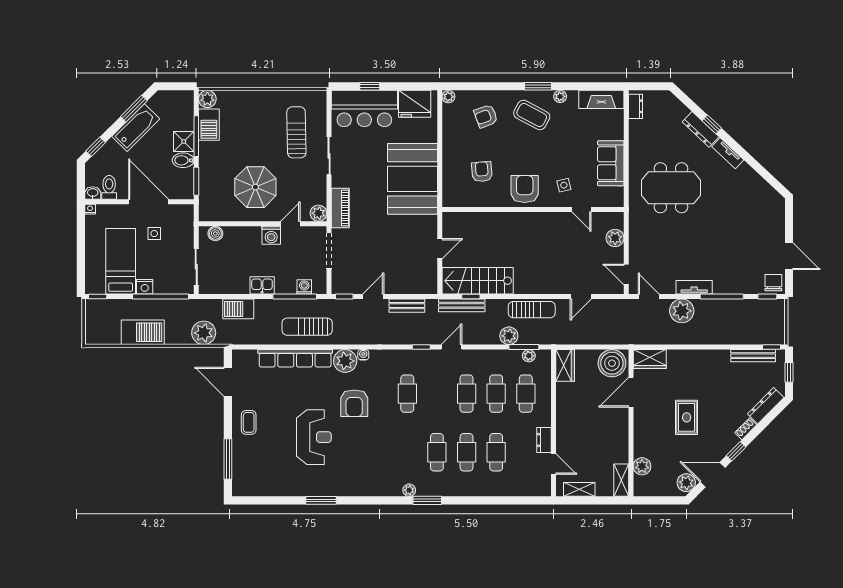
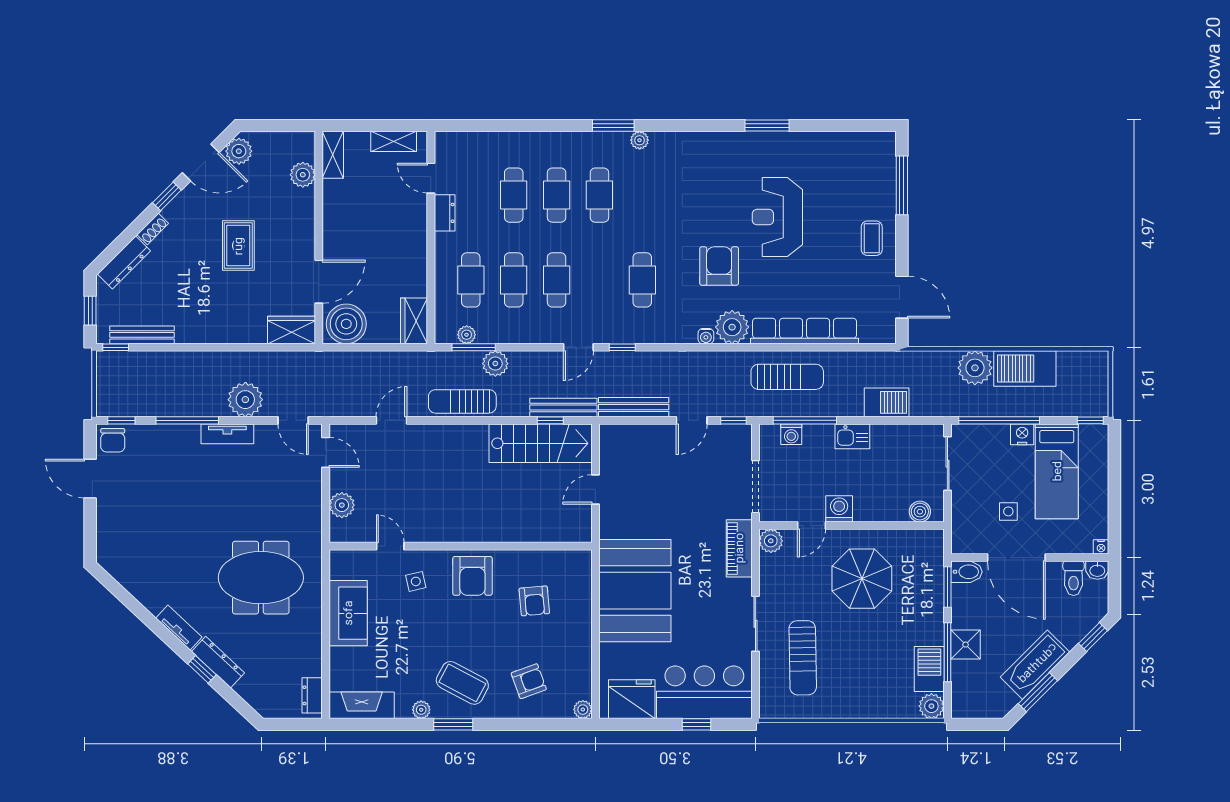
bidet: (183, 160) -> (967, 572), moved
bench: (407, 306) -> (634, 407), width x1.36
plant: (204, 333) -> (975, 368), moved

